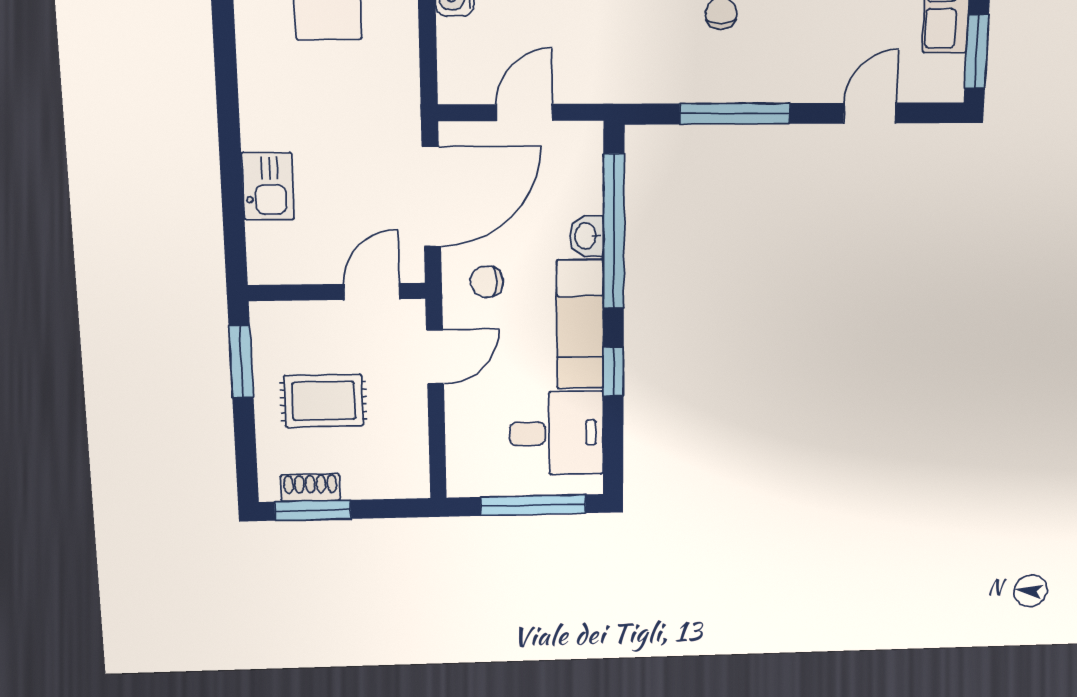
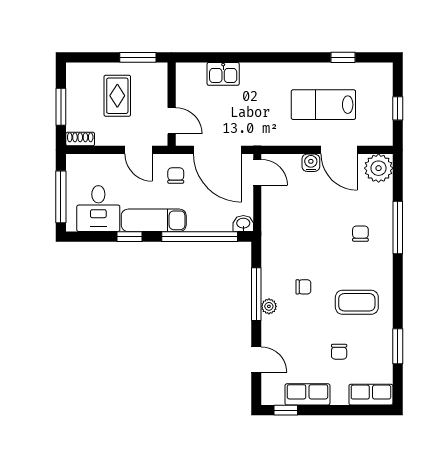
window: (977, 51) -> (286, 410), width x0.67
plant: (761, 87) -> (269, 306), added
door: (524, 113) -> (257, 172), moved
washbasin: (587, 236) -> (243, 224), moved
shoe rack: (310, 488) -> (80, 139), moved, turned -90
window: (313, 510) -> (61, 107), moved

